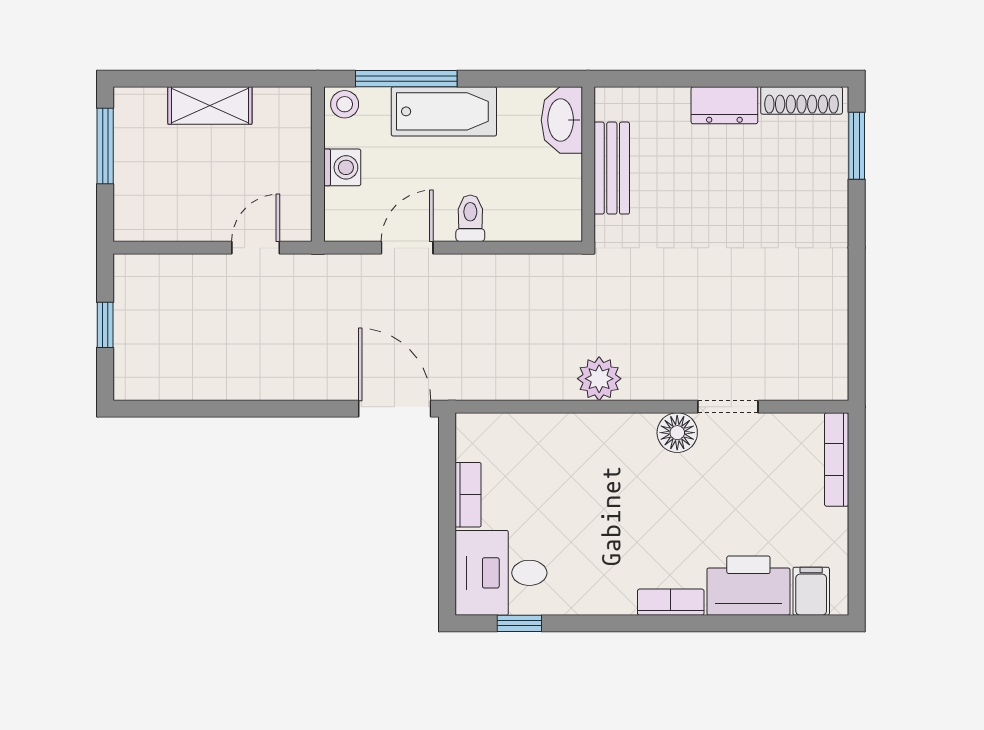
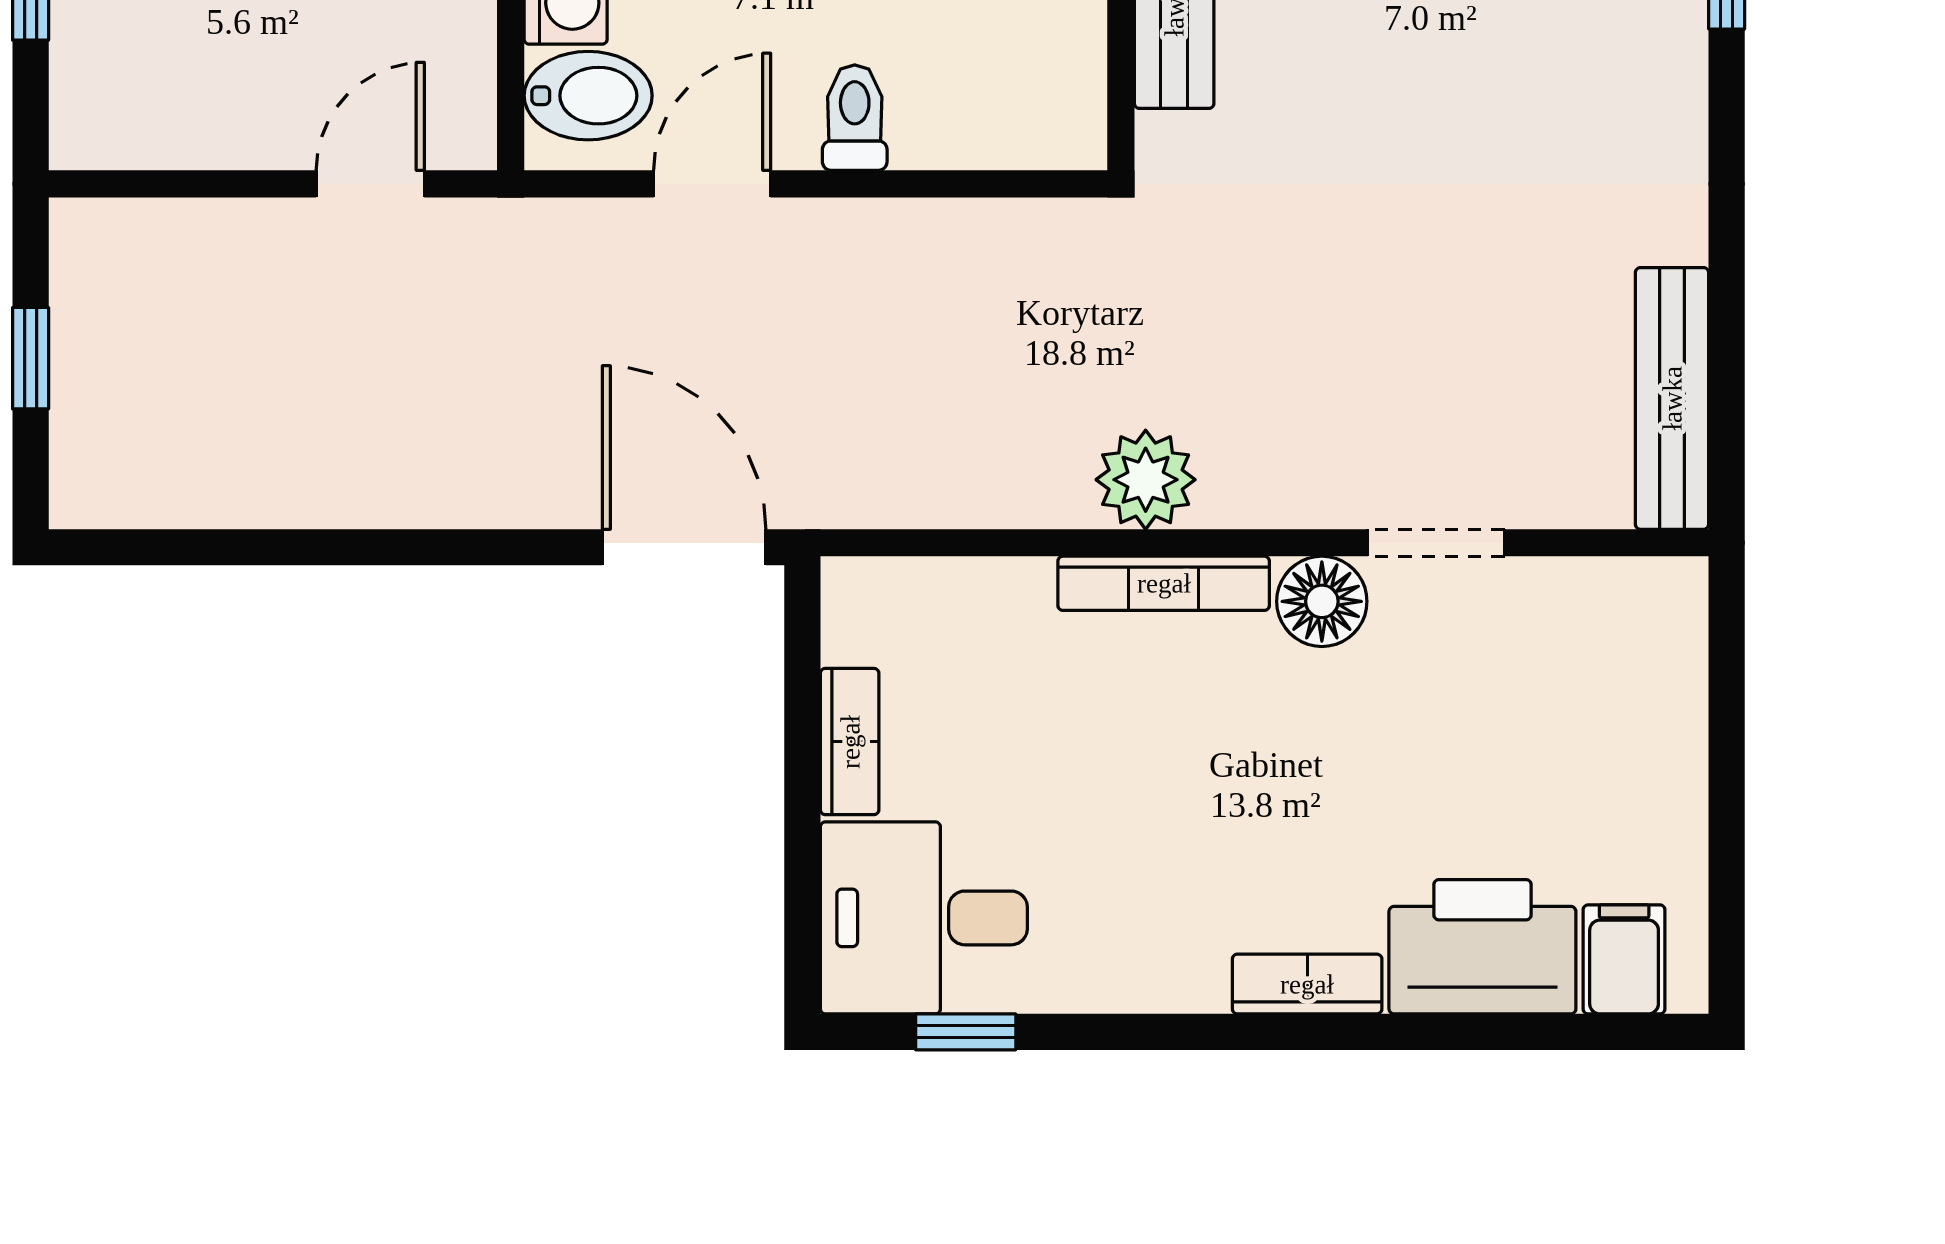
bidet: (352, 209) -> (588, 96), added
bench: (832, 343) -> (1672, 398), added
bookcase: (837, 459) -> (1164, 583), moved, turned -90

